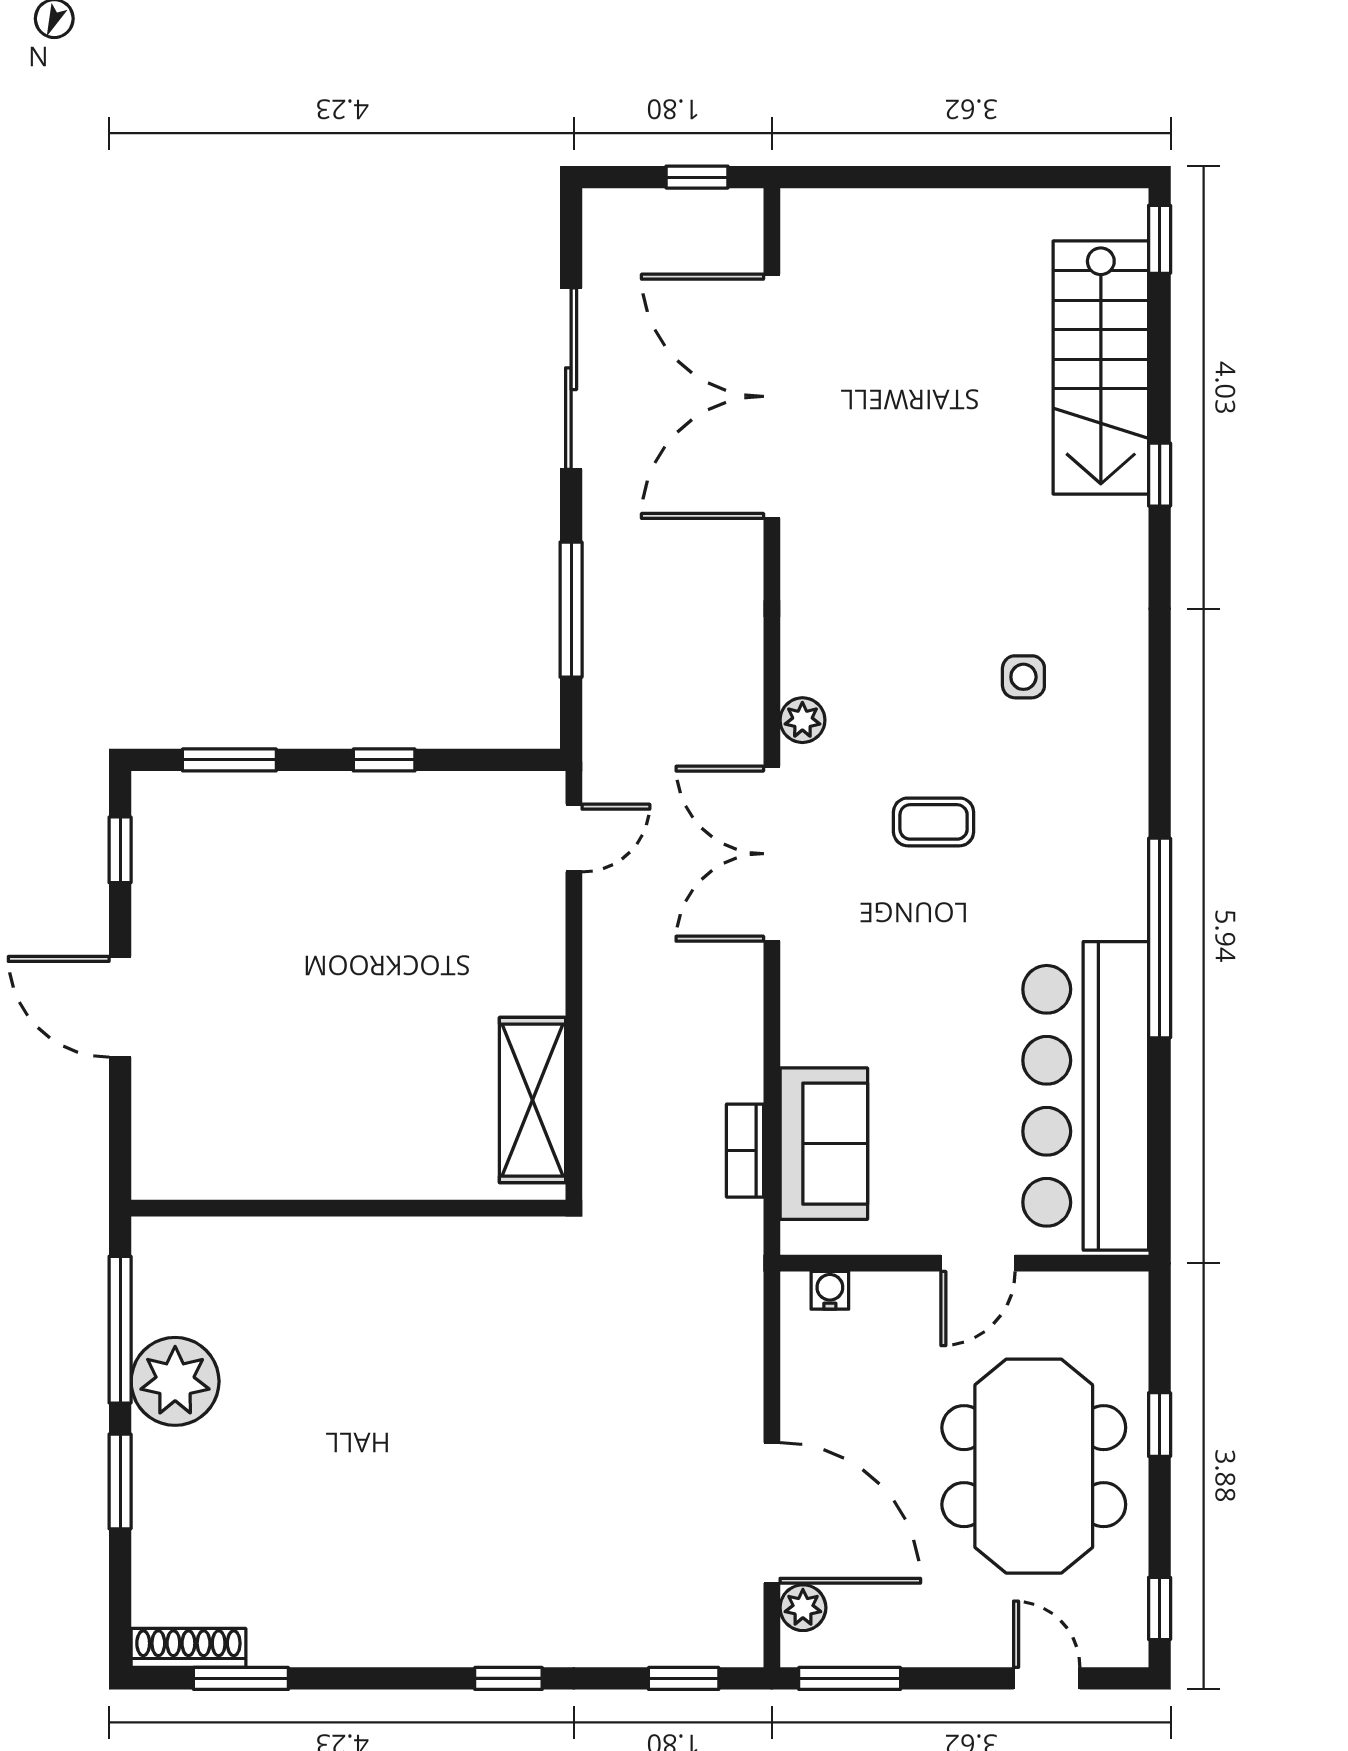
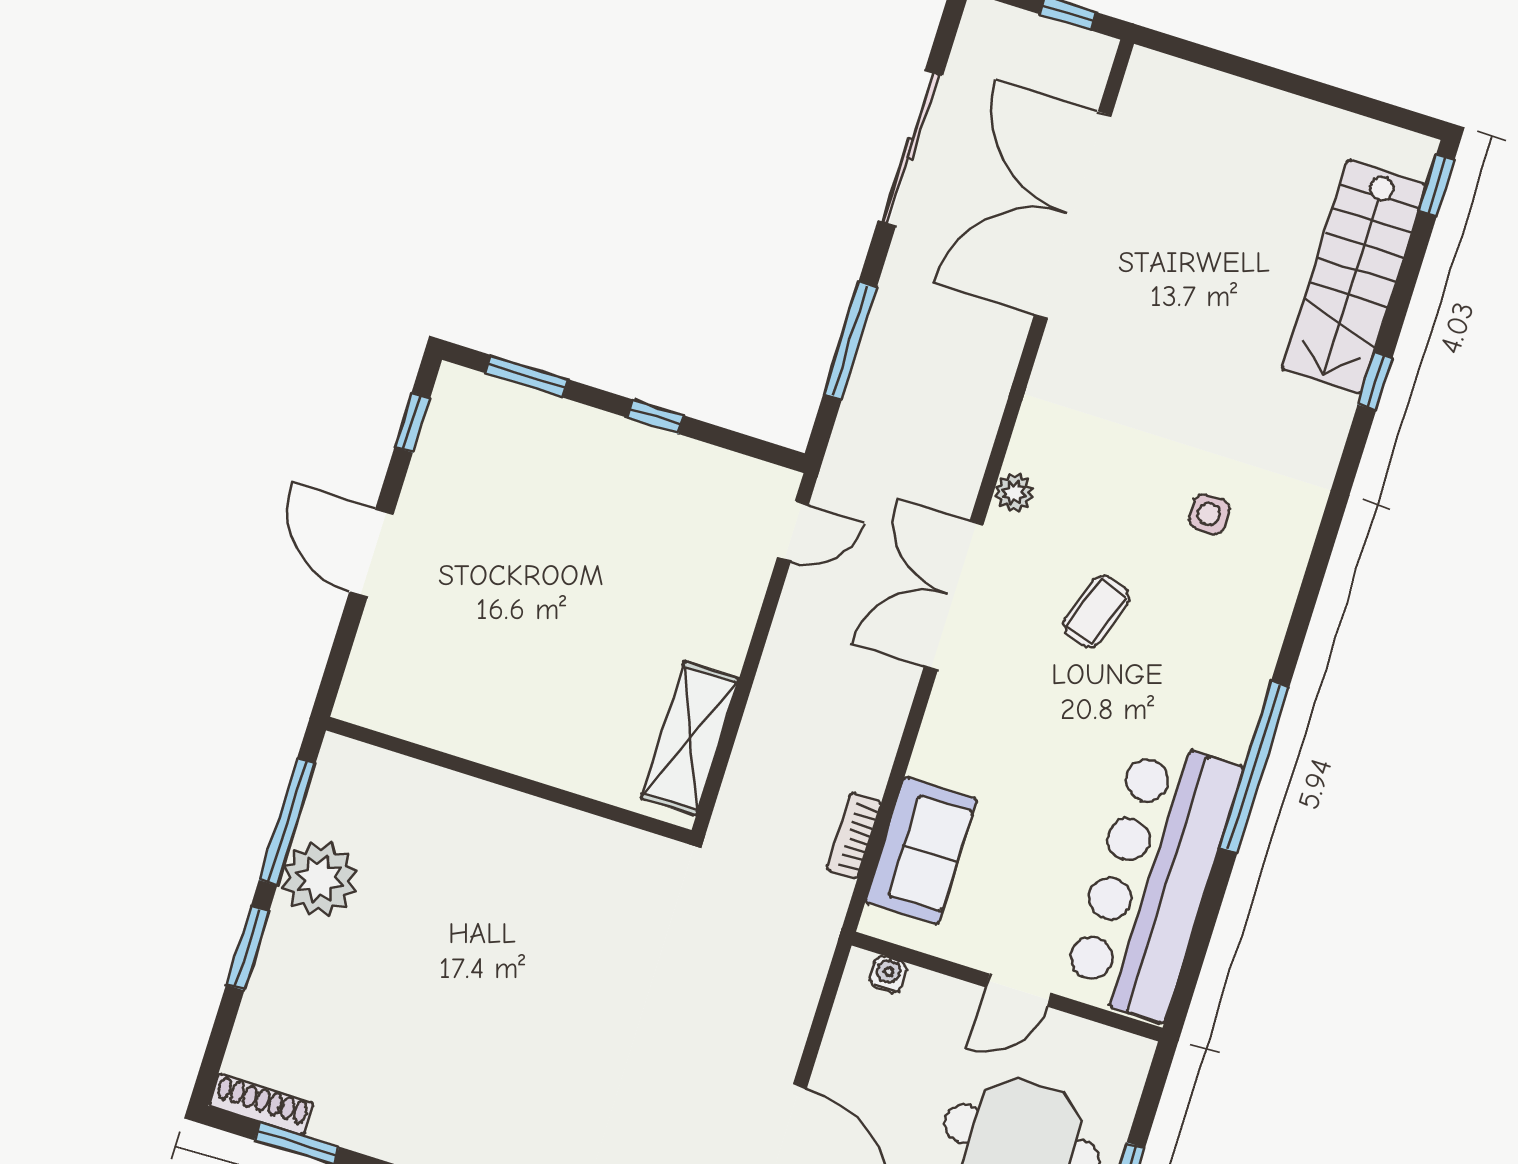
coffee table: (934, 822) -> (1096, 611), turned -71

